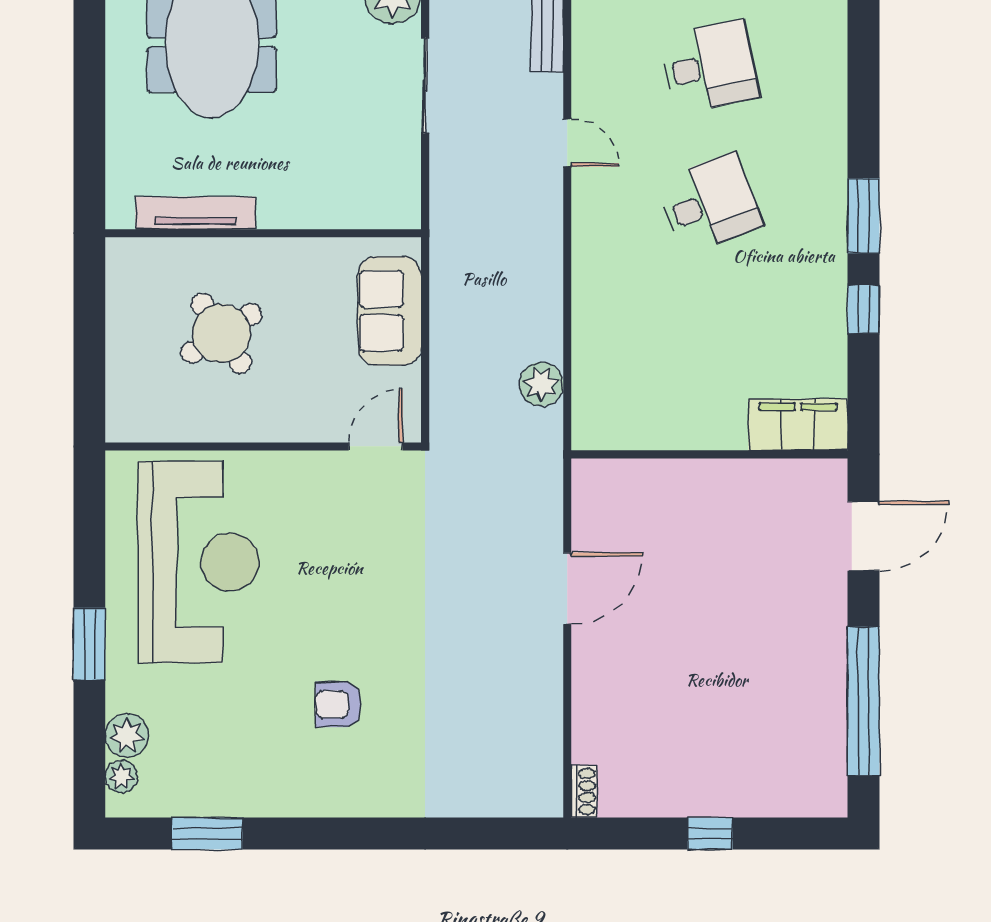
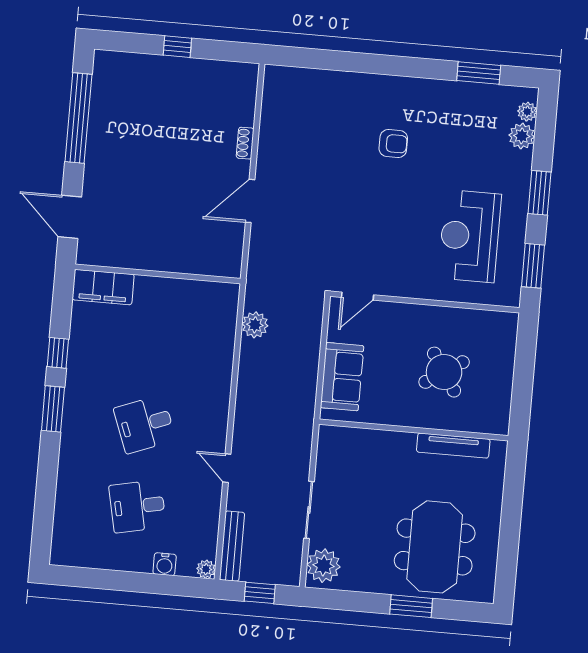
window: (89, 522) -> (533, 266), added
door: (863, 536) -> (70, 217), hinge flipped
reception desk: (199, 562) -> (470, 236), width x0.74, depth x0.77
shoe rack: (584, 792) -> (245, 143), moved

